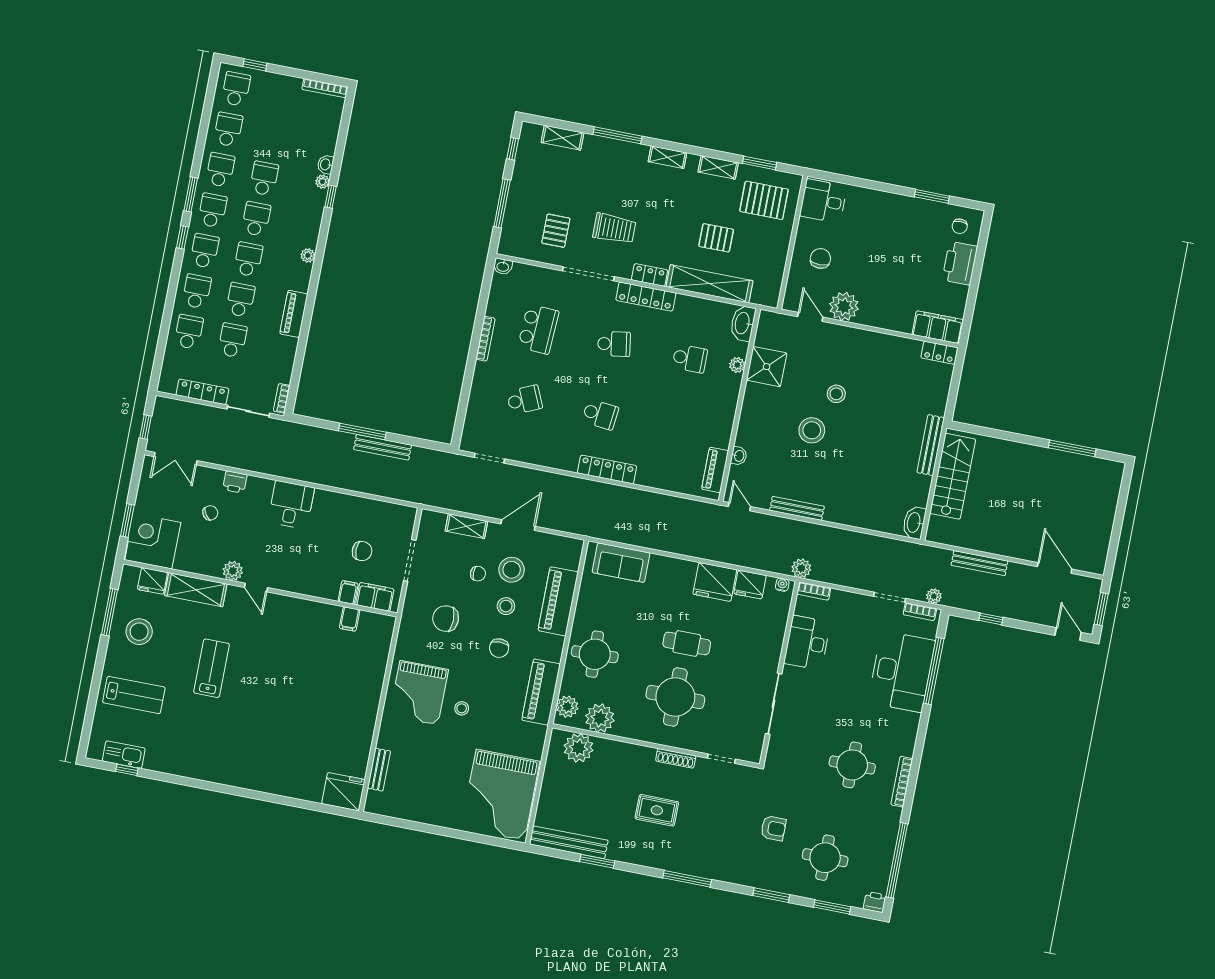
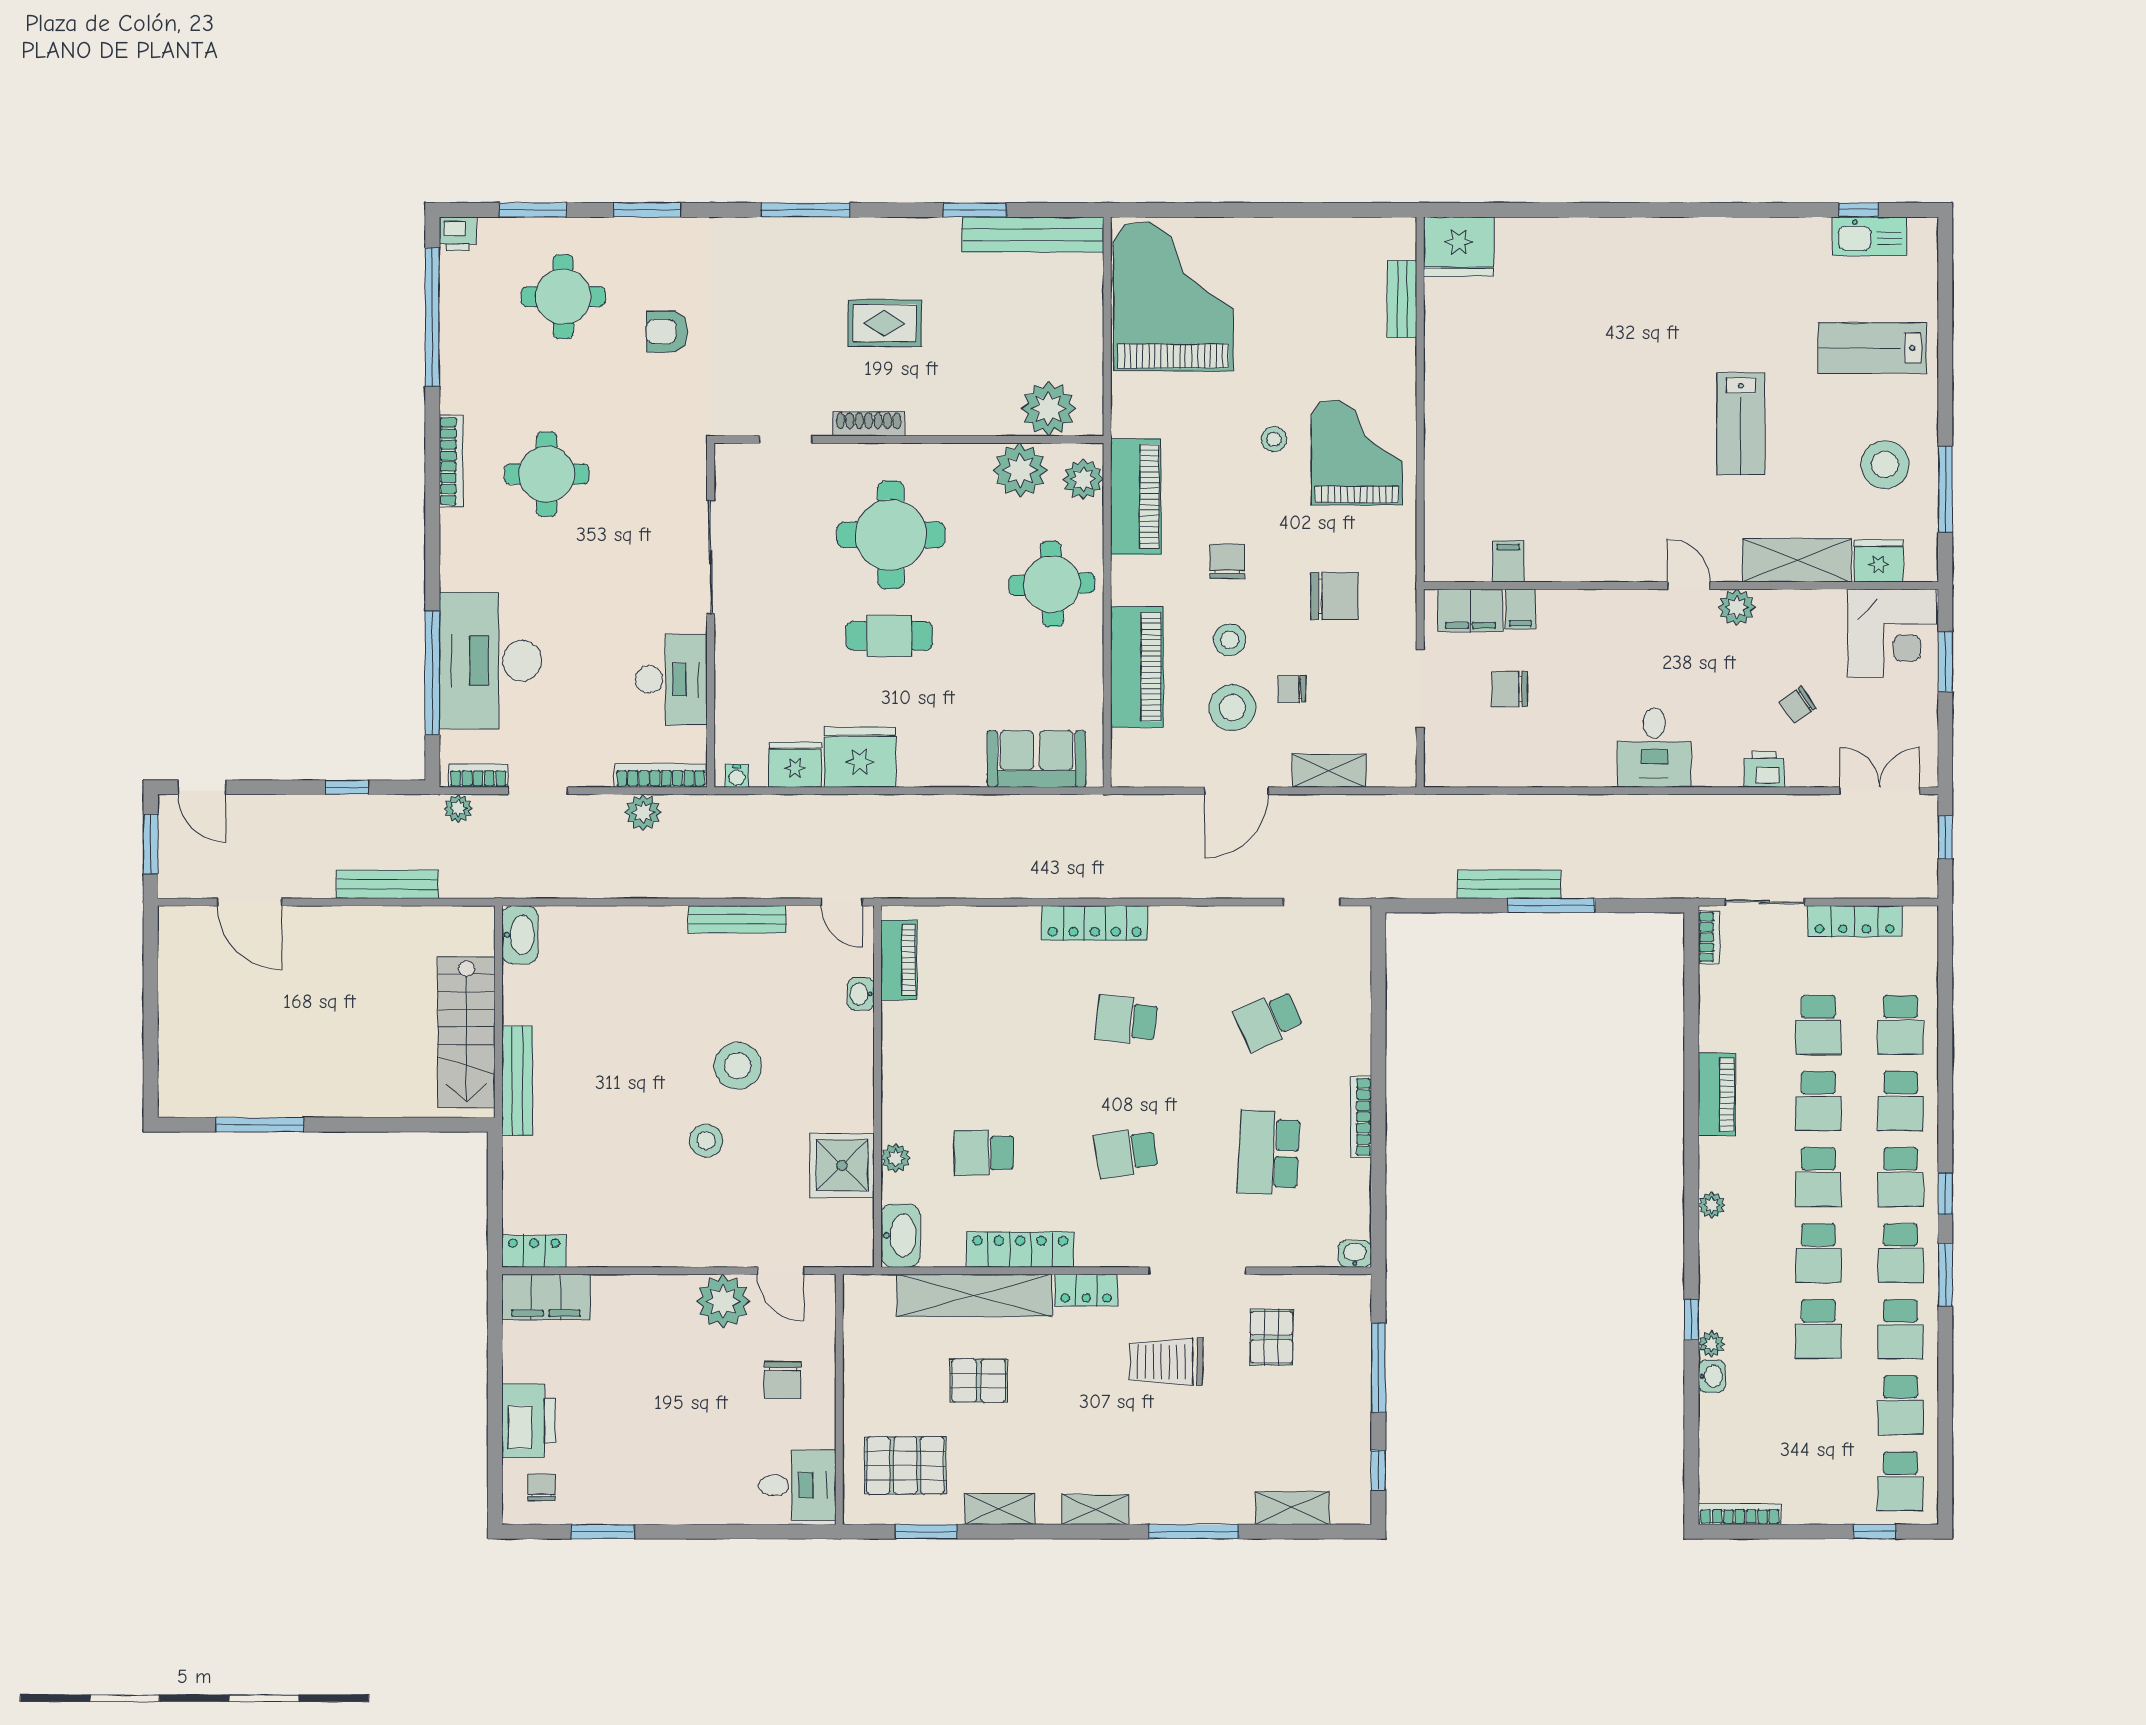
locker: (646, 297) -> (1020, 1250), moved
plant: (801, 568) -> (643, 812), moved
bookcase: (814, 591) -> (661, 775), width x1.56

